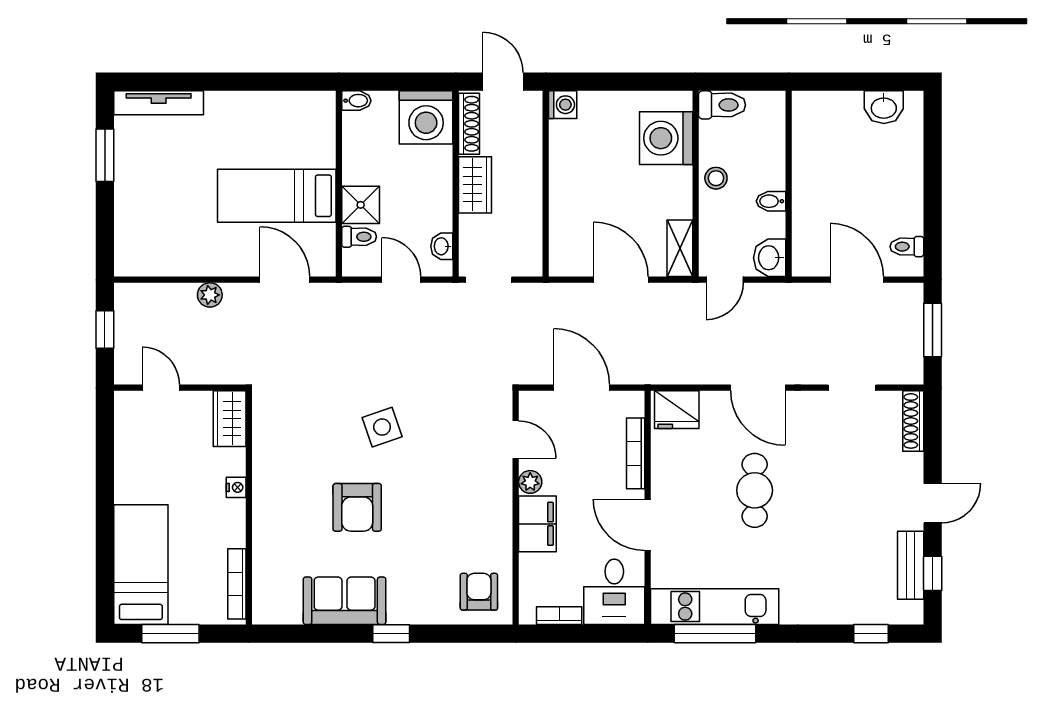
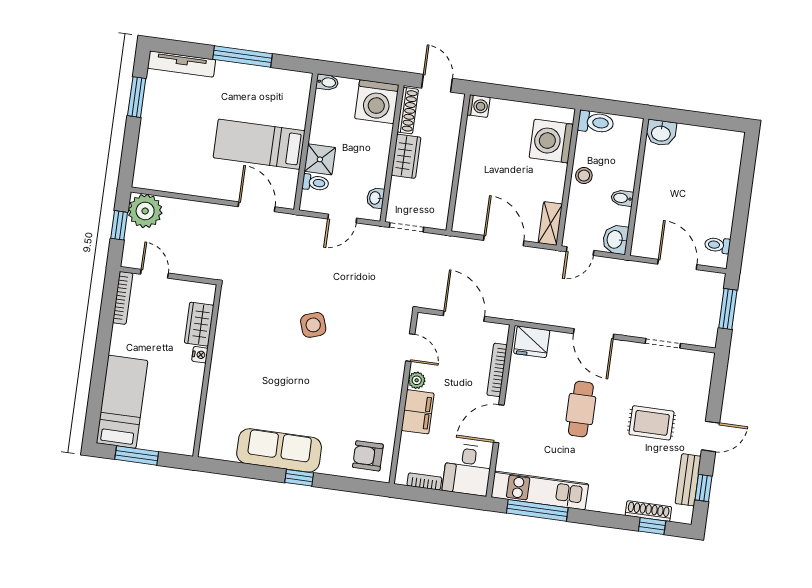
window: (239, 82) -> (242, 57), added
washbasin: (884, 107) -> (661, 133), moved
door: (401, 280) -> (342, 219), swing flipped
plant: (210, 295) -> (145, 211), moved, width x1.87, depth x1.87
wardrobe: (230, 419) -> (199, 324), moved
shoe rack: (913, 421) -> (648, 511), moved, turned 90
rug: (851, 496) -> (651, 423), added
armchair: (357, 507) -> (287, 381), removed
door: (648, 525) -> (499, 424), hinge flipped
bookcase: (237, 584) -> (123, 298), moved, turned 180
armchair: (479, 592) -> (368, 456), turned -90
sofa: (345, 601) -> (279, 450), width x1.36

